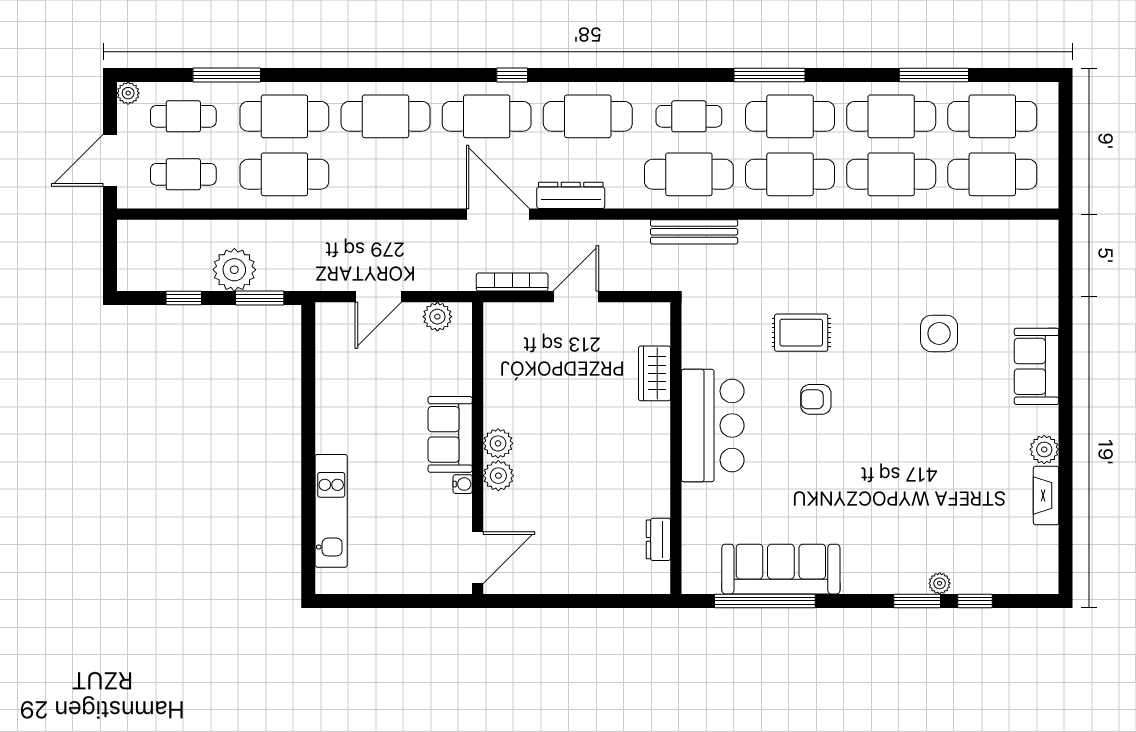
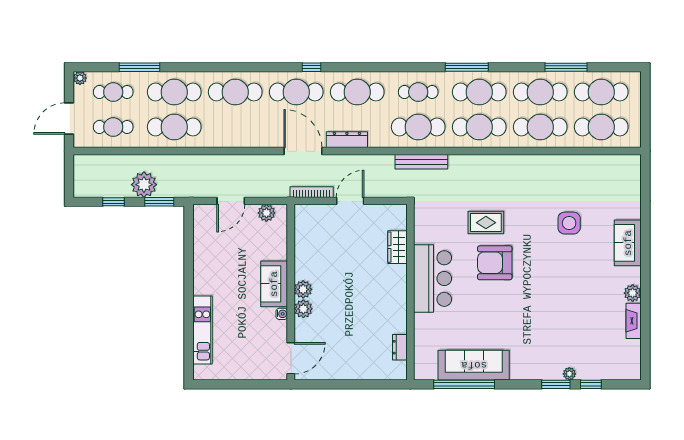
armchair: (816, 399) -> (495, 263), width x1.88, depth x1.88

